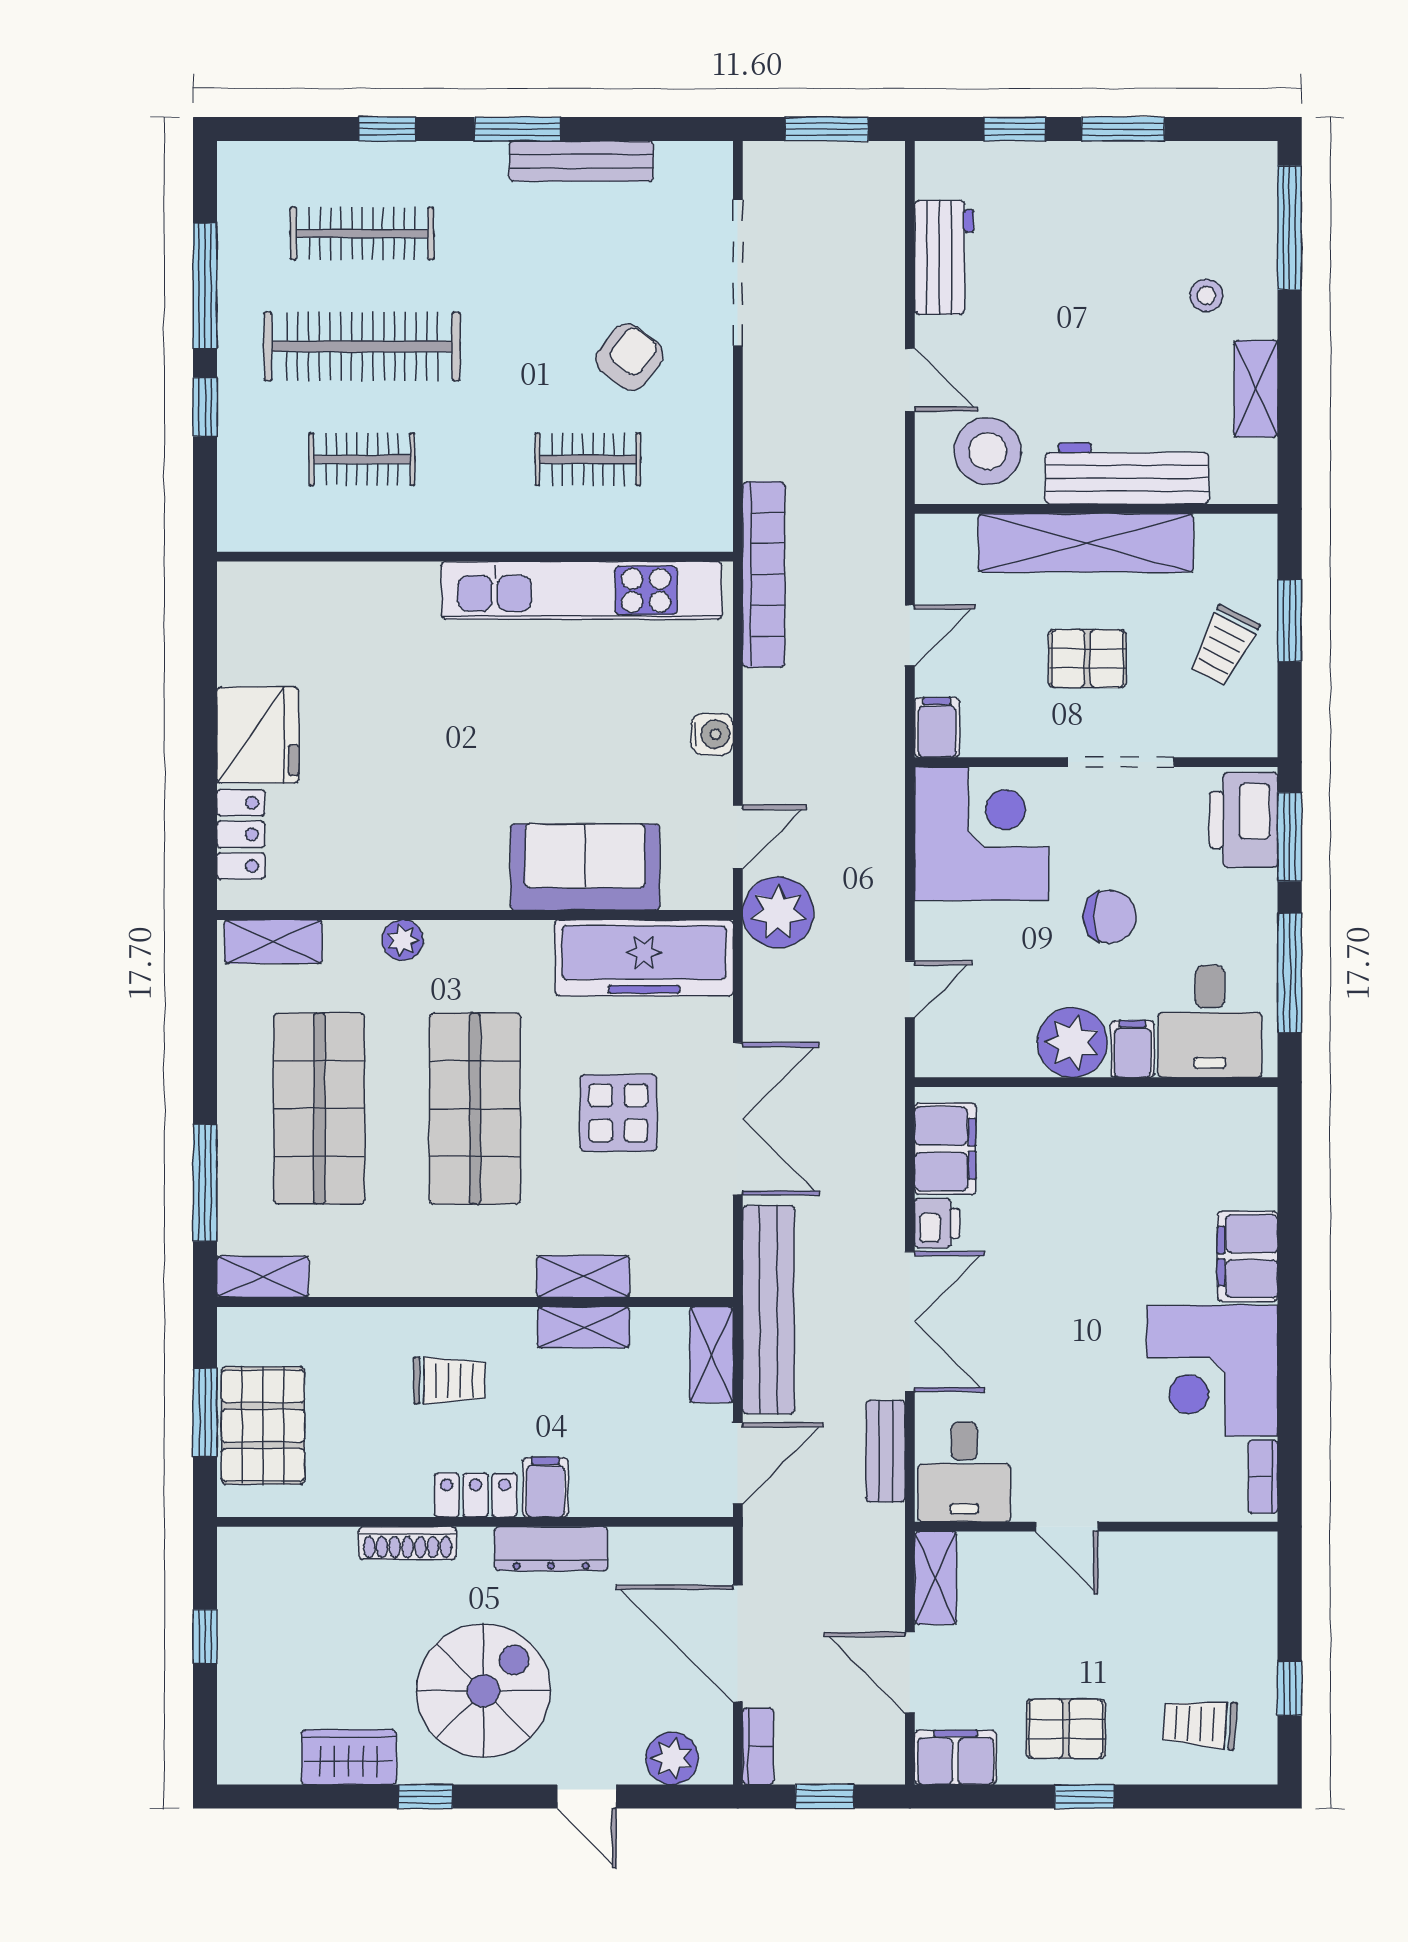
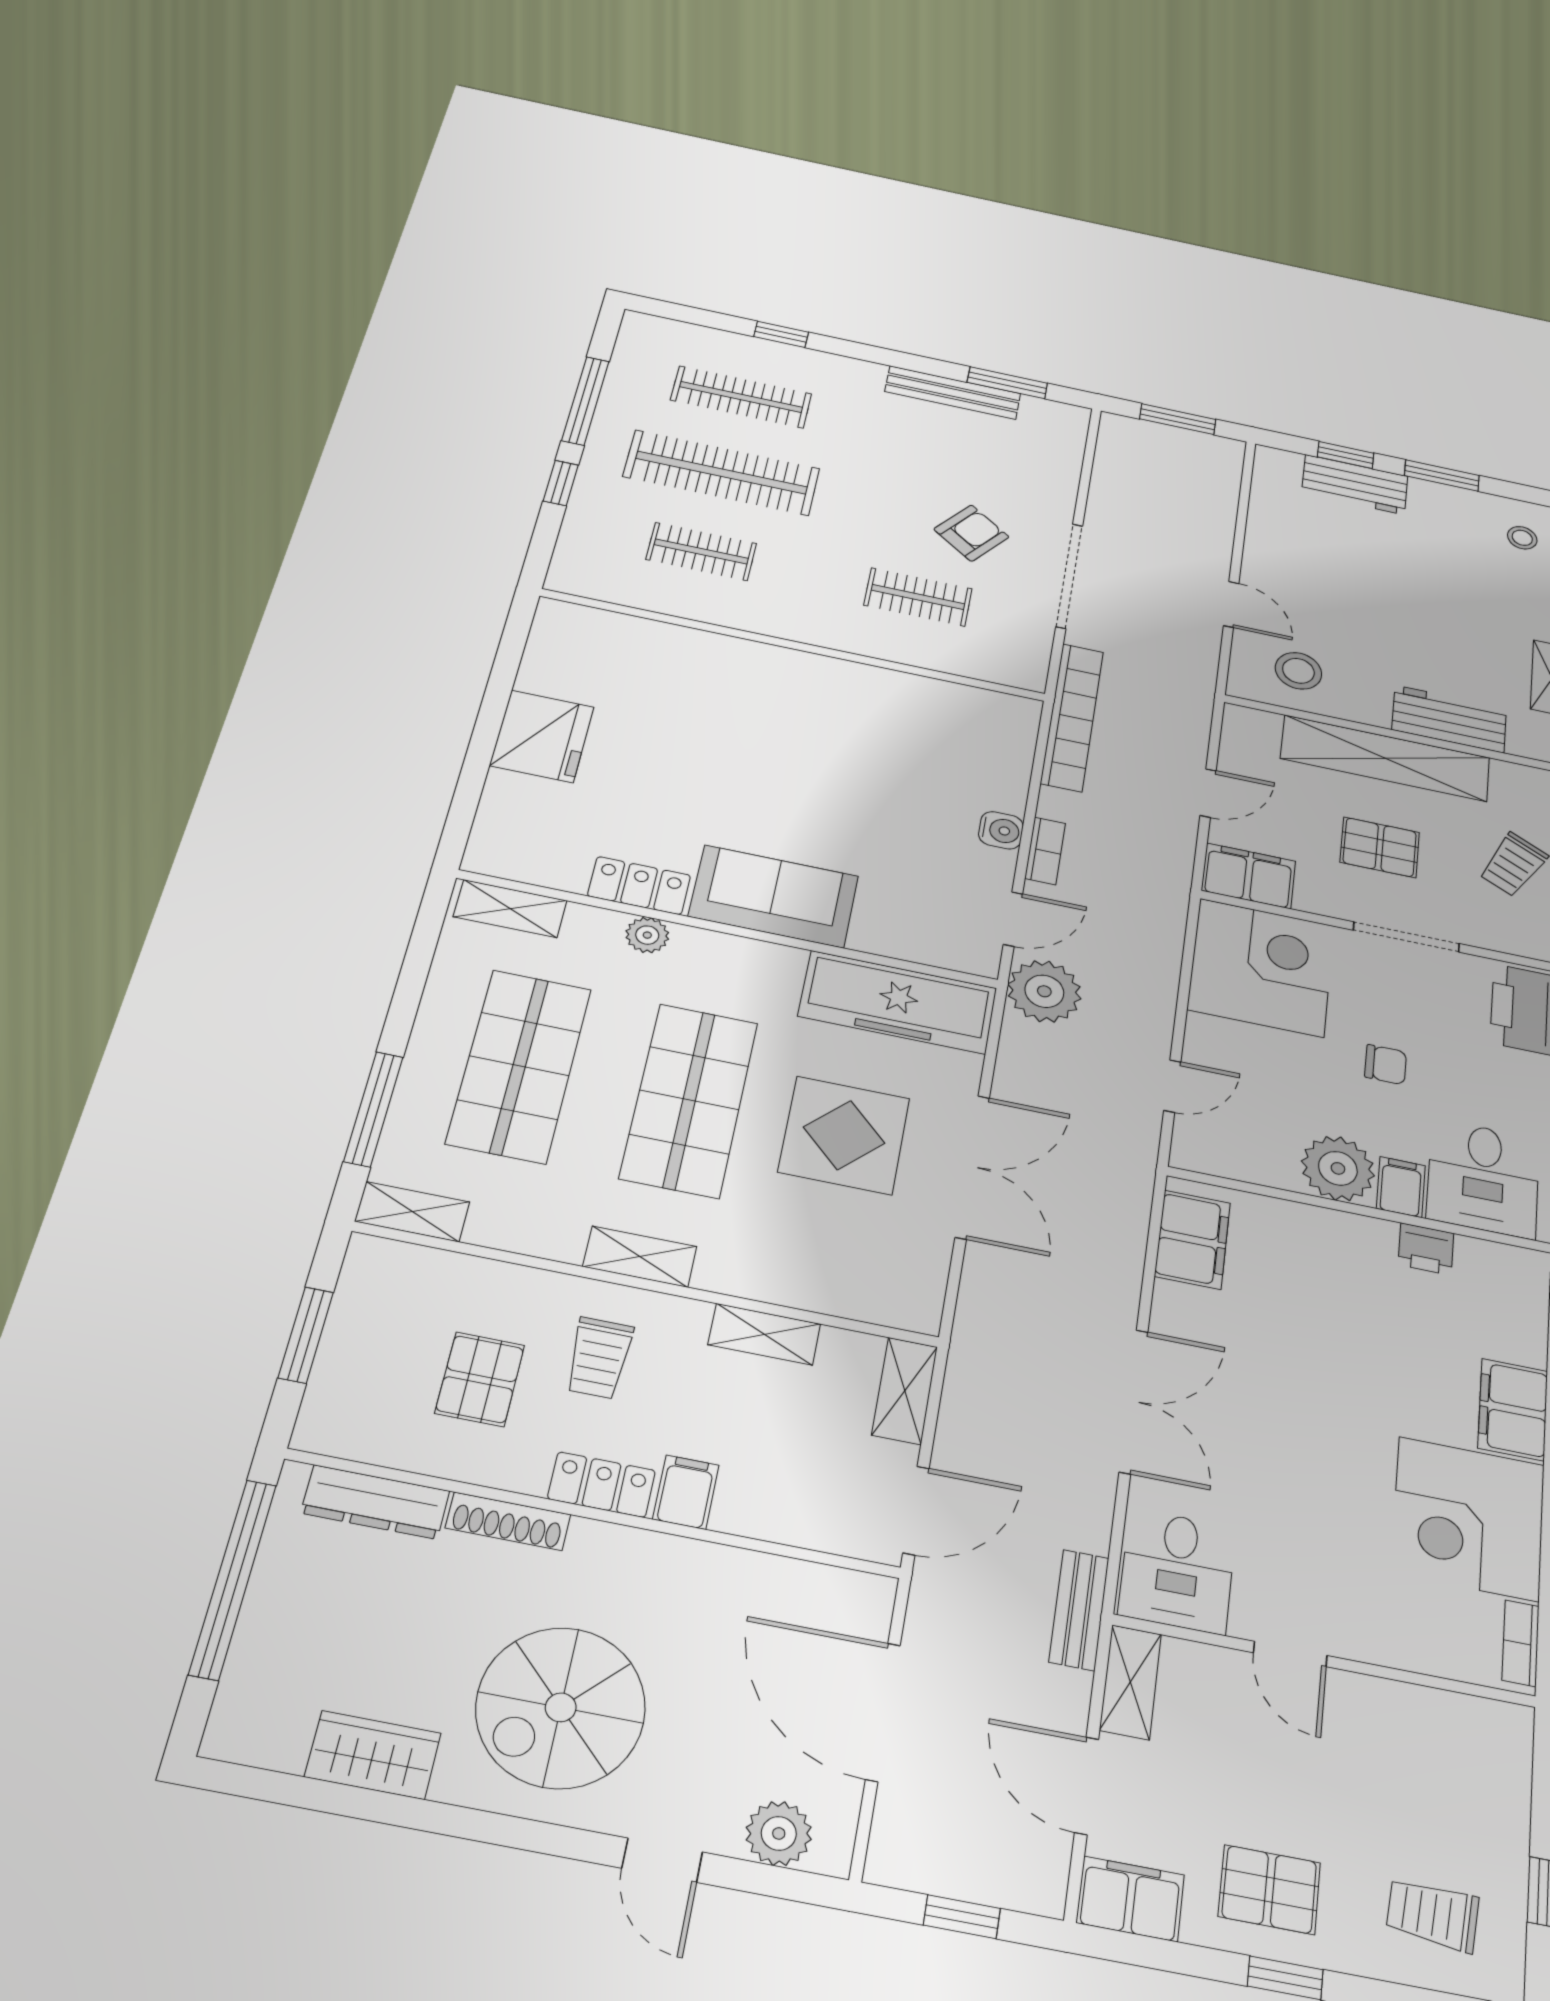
window: (518, 129) -> (1007, 383), moved
workbench: (944, 257) -> (1355, 485), moved, turned 90
doorway: (738, 273) -> (1069, 576), moved
stool: (1206, 295) -> (1522, 538), moved
stool: (988, 451) -> (1298, 671), width x0.73, depth x0.73
workbench: (1127, 473) -> (1449, 719), width x0.73
kitchen unit: (582, 590) -> (892, 692), removed
filing cabinet: (937, 727) -> (1249, 876), width x2.00
locker: (241, 834) -> (639, 886), moved, turned -90
sofa: (585, 867) -> (774, 896), moved
chair: (1110, 917) -> (1386, 1065), width x0.73, depth x0.73
display table: (618, 1113) -> (844, 1135), width x1.36, depth x1.36
printer: (937, 1223) -> (1426, 1249), moved, turned 90
shelving: (583, 1276) -> (640, 1257), moved
bench: (769, 1310) -> (977, 1358), removed
trolley: (449, 1380) -> (599, 1358), turned 90
pallet: (263, 1426) -> (480, 1379), moved, width x0.67, depth x0.71
bench: (886, 1451) -> (1079, 1610), moved
dresser: (551, 1549) -> (375, 1502), moved
window: (205, 1637) -> (233, 1579), width x3.17
spiral stairs: (483, 1691) -> (561, 1707), turned 180
bookcase: (758, 1746) -> (1045, 851), moved
window: (426, 1797) -> (458, 1822), removed

